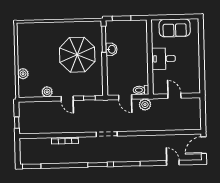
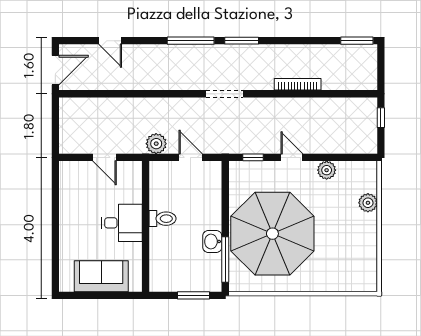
parasol: (77, 55) -> (272, 234), width x1.36, depth x1.36
toilet: (141, 90) -> (163, 219), moved

